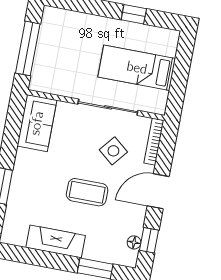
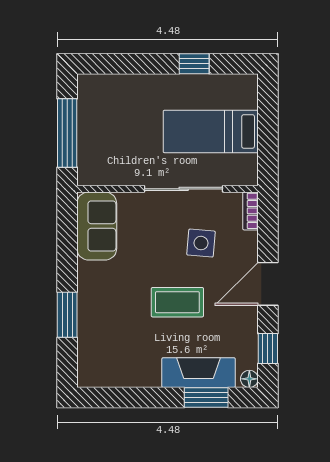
bookcase: (154, 142) -> (250, 211), width x0.64
side table: (113, 151) -> (201, 243), turned -34
fireplace: (56, 241) -> (199, 373), moved
floor lamp: (134, 242) -> (249, 379), moved

